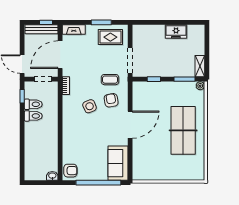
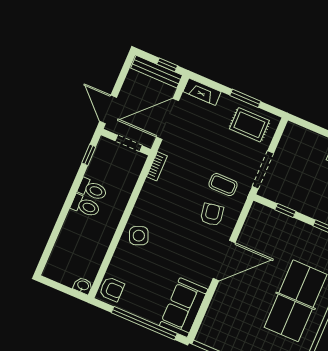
toilet: (33, 104) -> (85, 206), moved
side table: (90, 106) -> (139, 236), moved

